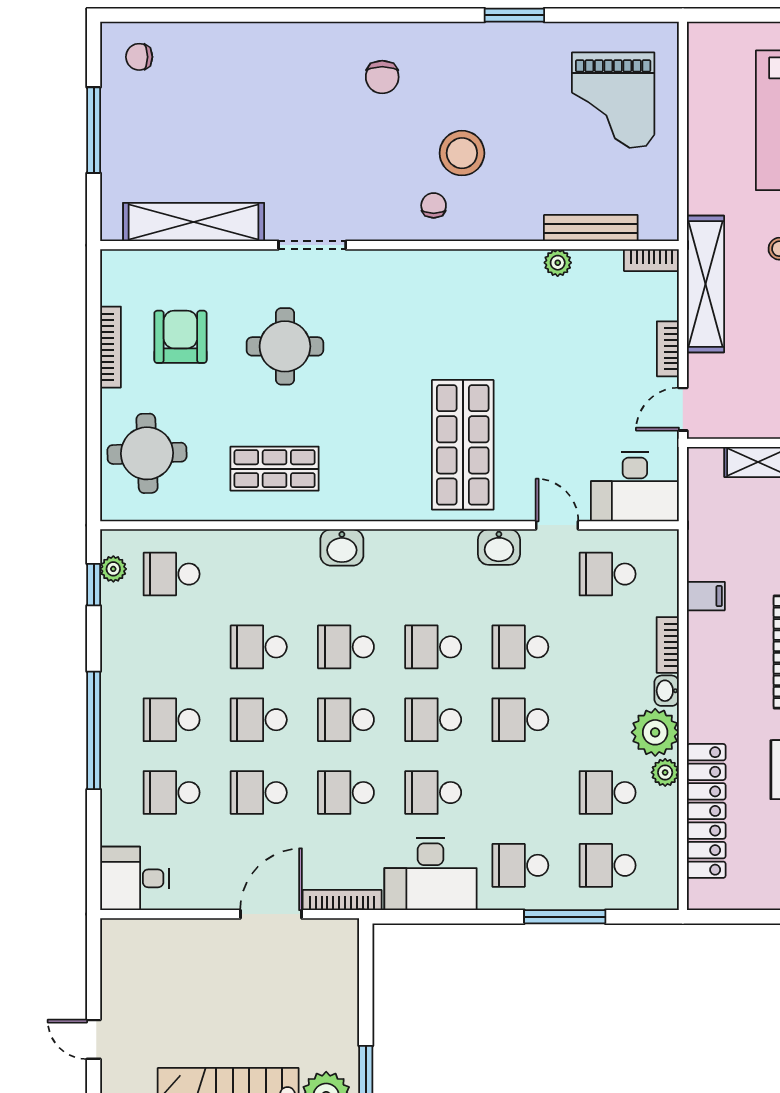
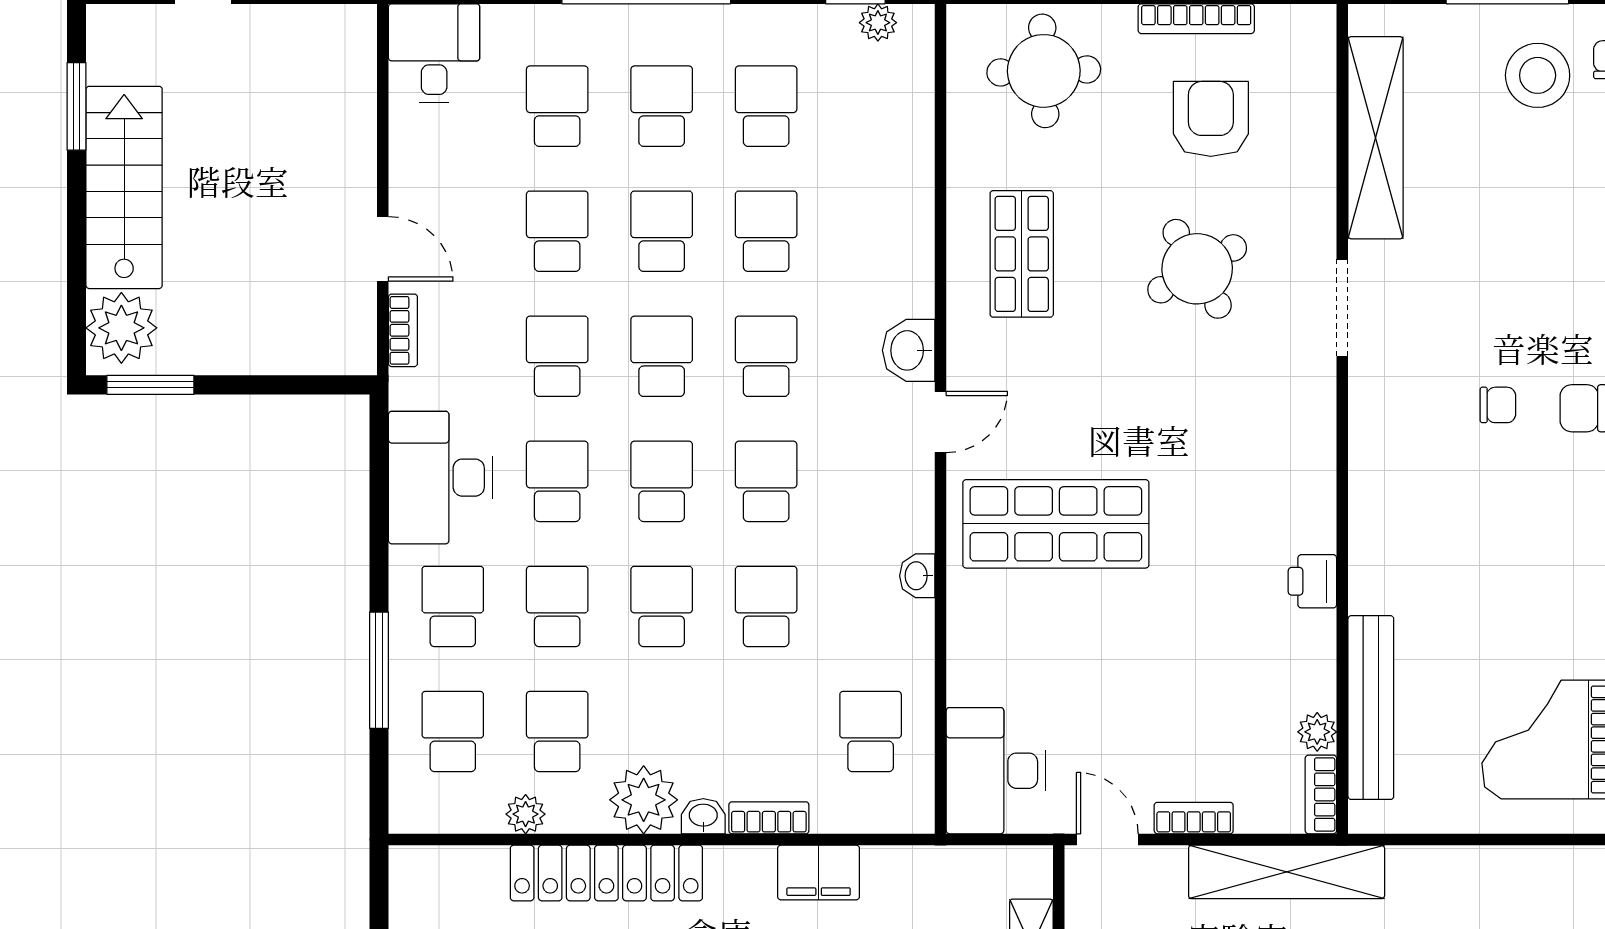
stool: (462, 153) -> (1538, 75), moved
chair: (434, 205) -> (1498, 405), moved
bench: (591, 228) -> (1371, 708), width x1.37, depth x1.21
plant: (558, 263) -> (1317, 732), moved
printer: (503, 266) -> (1312, 581), added
armchair: (180, 337) -> (1211, 119), turned -90
round table: (285, 346) -> (1197, 269), turned -30
door: (557, 525) -> (941, 422), moved
washbasin: (499, 547) -> (917, 576), width x0.72, depth x0.69
school desk: (172, 574) -> (766, 106), moved
filing cabinet: (706, 596) -> (819, 873), width x2.00
plant: (665, 772) -> (526, 814), moved
school desk: (520, 793) -> (557, 606), added
locker: (706, 811) -> (606, 873), moved
bookcase: (342, 900) -> (403, 330), width x0.64
door: (271, 914) -> (383, 249), width x0.73

